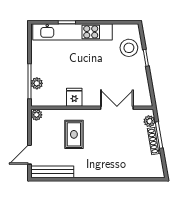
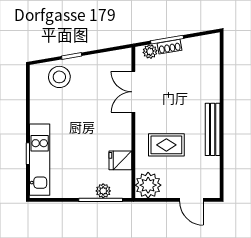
kitchen unit: (73, 32) -> (40, 160), width x0.73
fridge: (74, 97) -> (120, 160), moved
plant: (36, 115) -> (148, 185), width x1.87, depth x1.87
shoe rack: (154, 141) -> (170, 47), width x0.70
bench: (52, 172) -> (213, 129), moved

